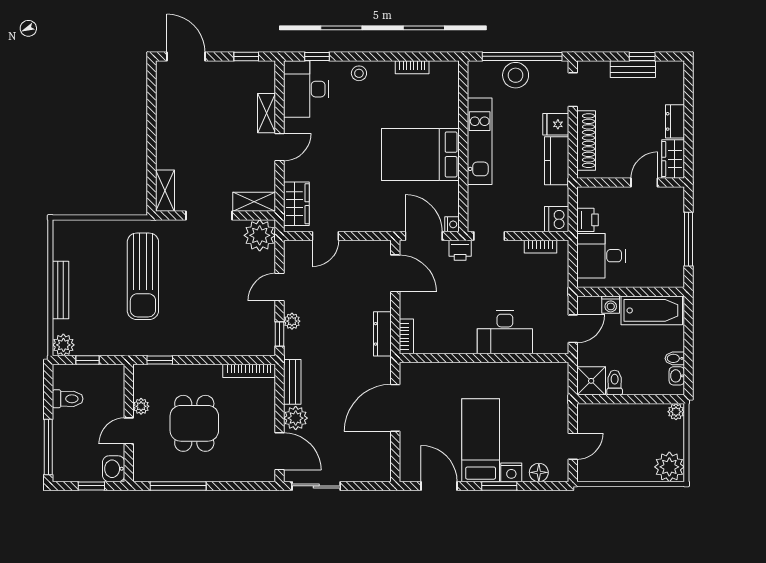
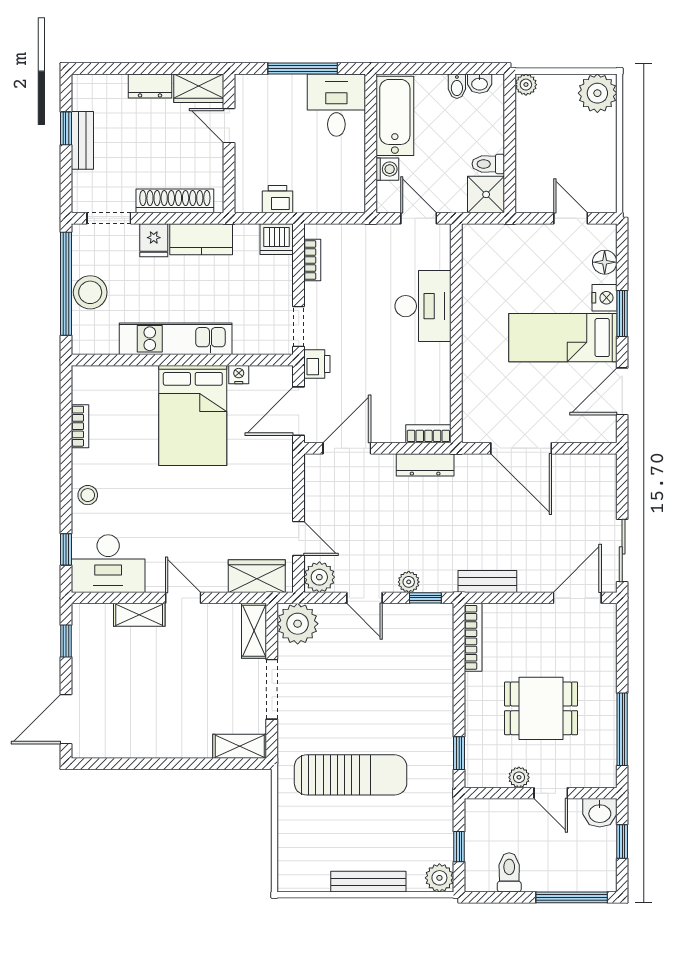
nightstand: (452, 224) -> (239, 375), moved
desk: (601, 256) -> (336, 105), moved, turned 180
plant: (296, 418) -> (319, 577), moved

